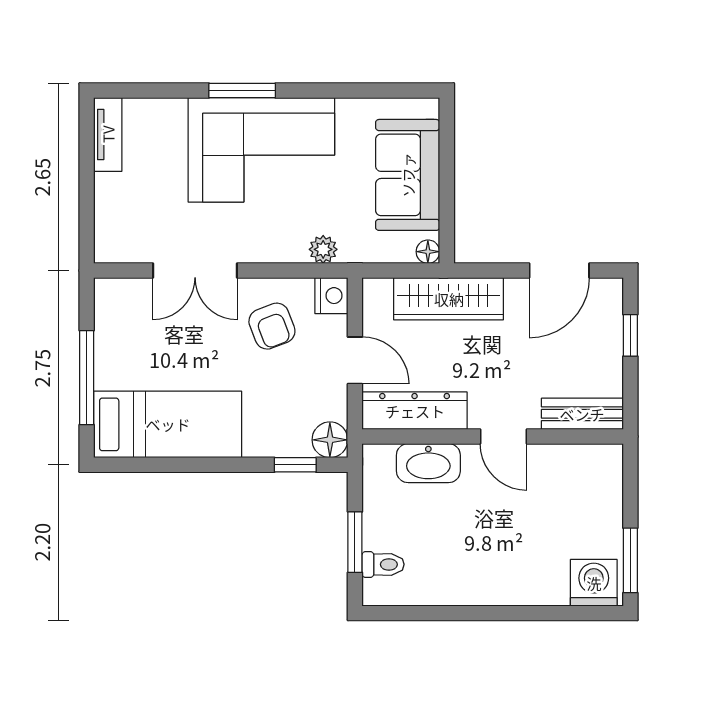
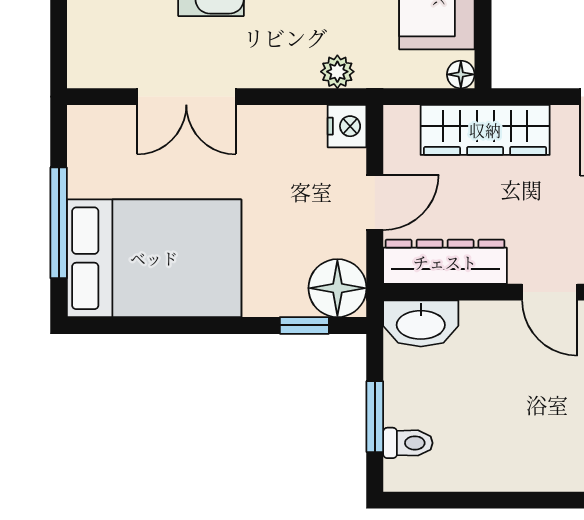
armchair: (272, 326) -> (277, 162), removed
door: (355, 360) -> (375, 202), hinge flipped
bed: (168, 424) -> (154, 258), width x1.50
floor lamp: (330, 440) -> (337, 288), width x1.38, depth x1.38
washbasin: (428, 463) -> (421, 323), moved

